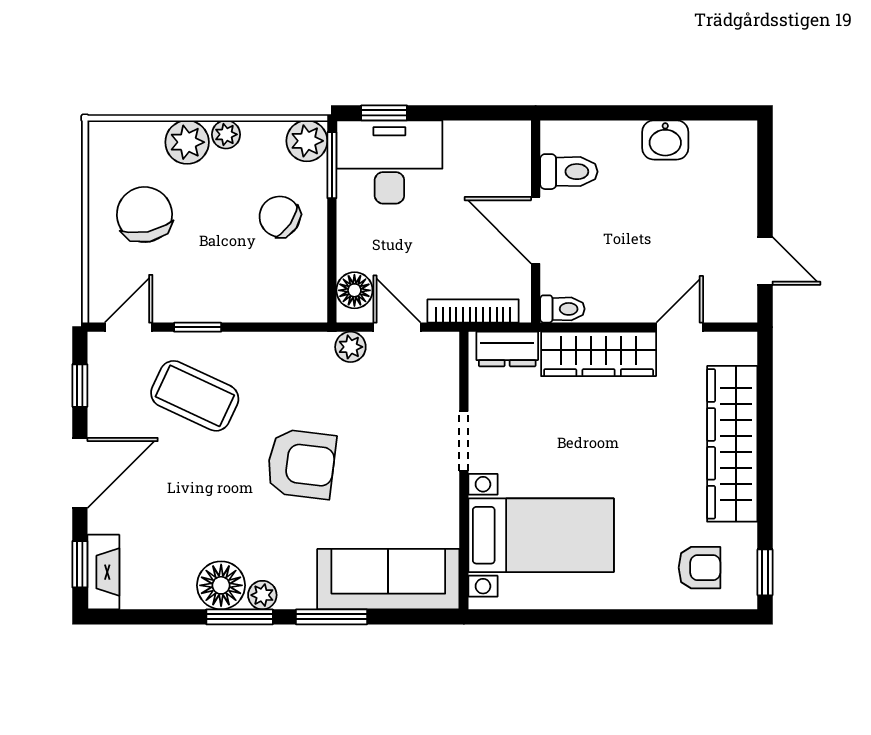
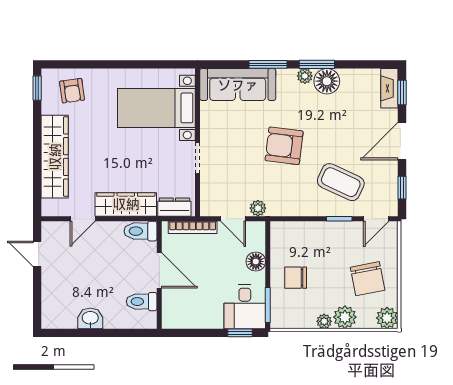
plant: (307, 141) -> (387, 318), moved
desk: (389, 162) -> (245, 307), width x0.73
chair: (280, 217) -> (296, 278), turned 146
floor lamp: (354, 290) -> (256, 261), moved
toilet: (562, 309) -> (140, 231), width x1.37, depth x1.39
armchair: (699, 568) -> (72, 91), turned -98

